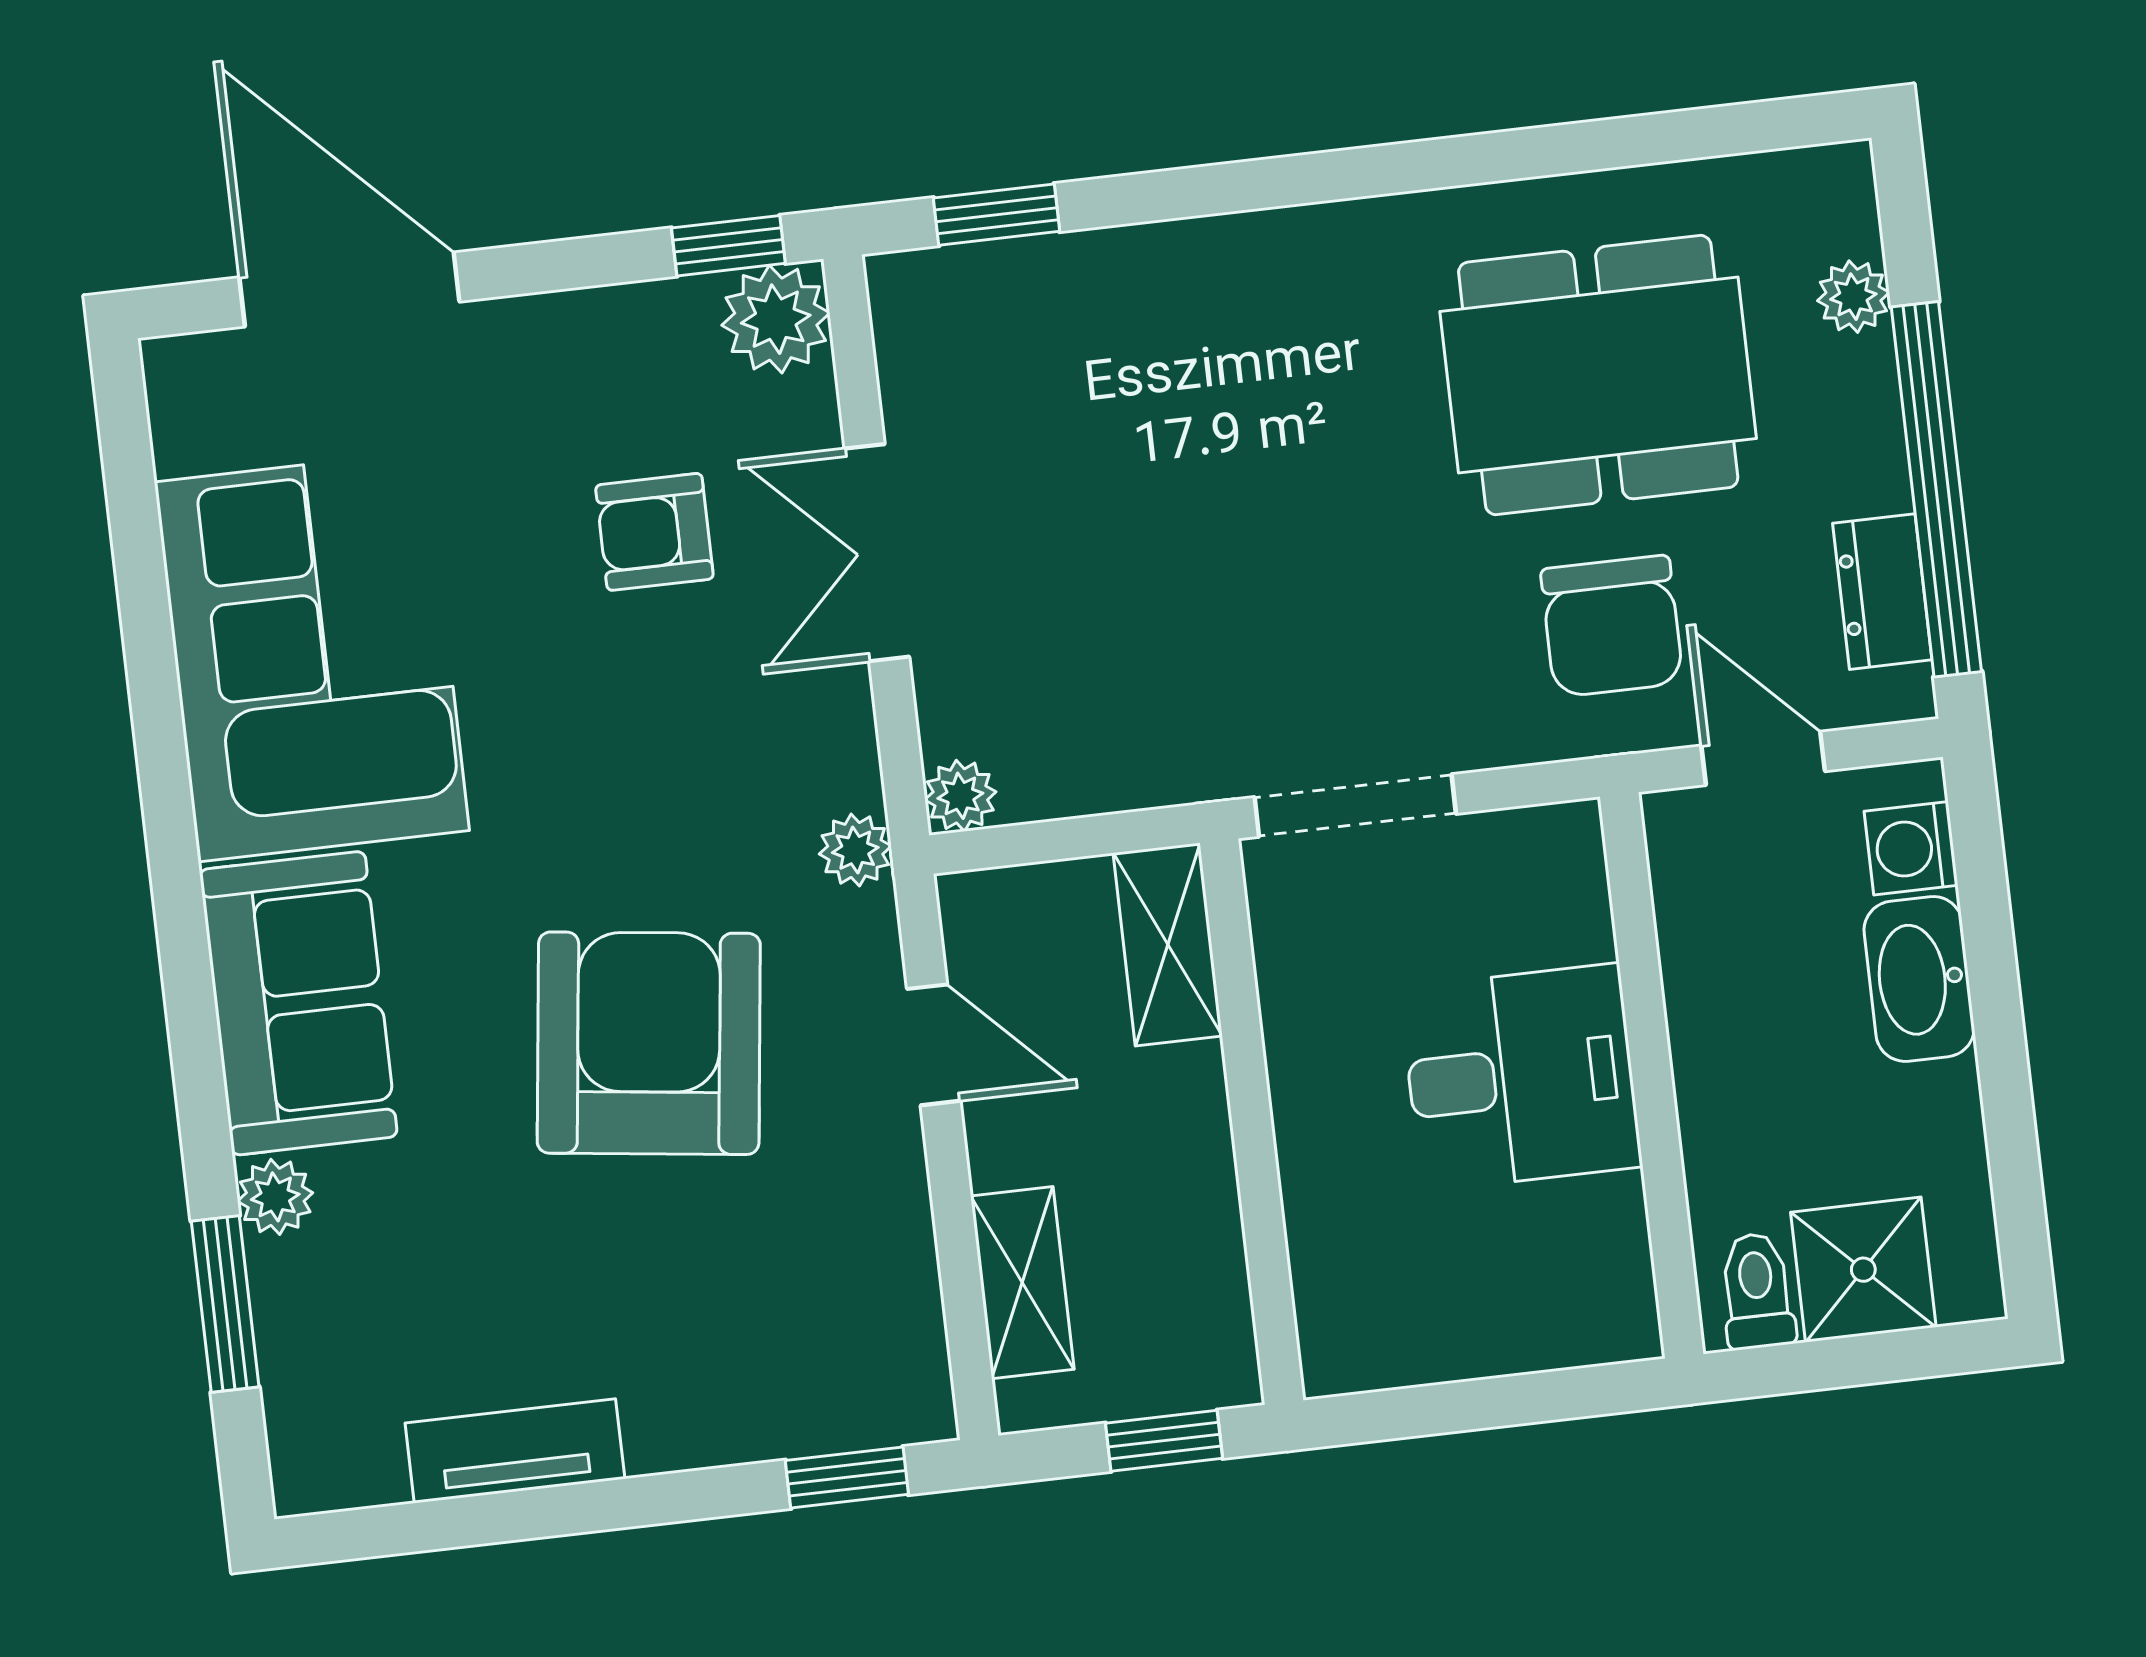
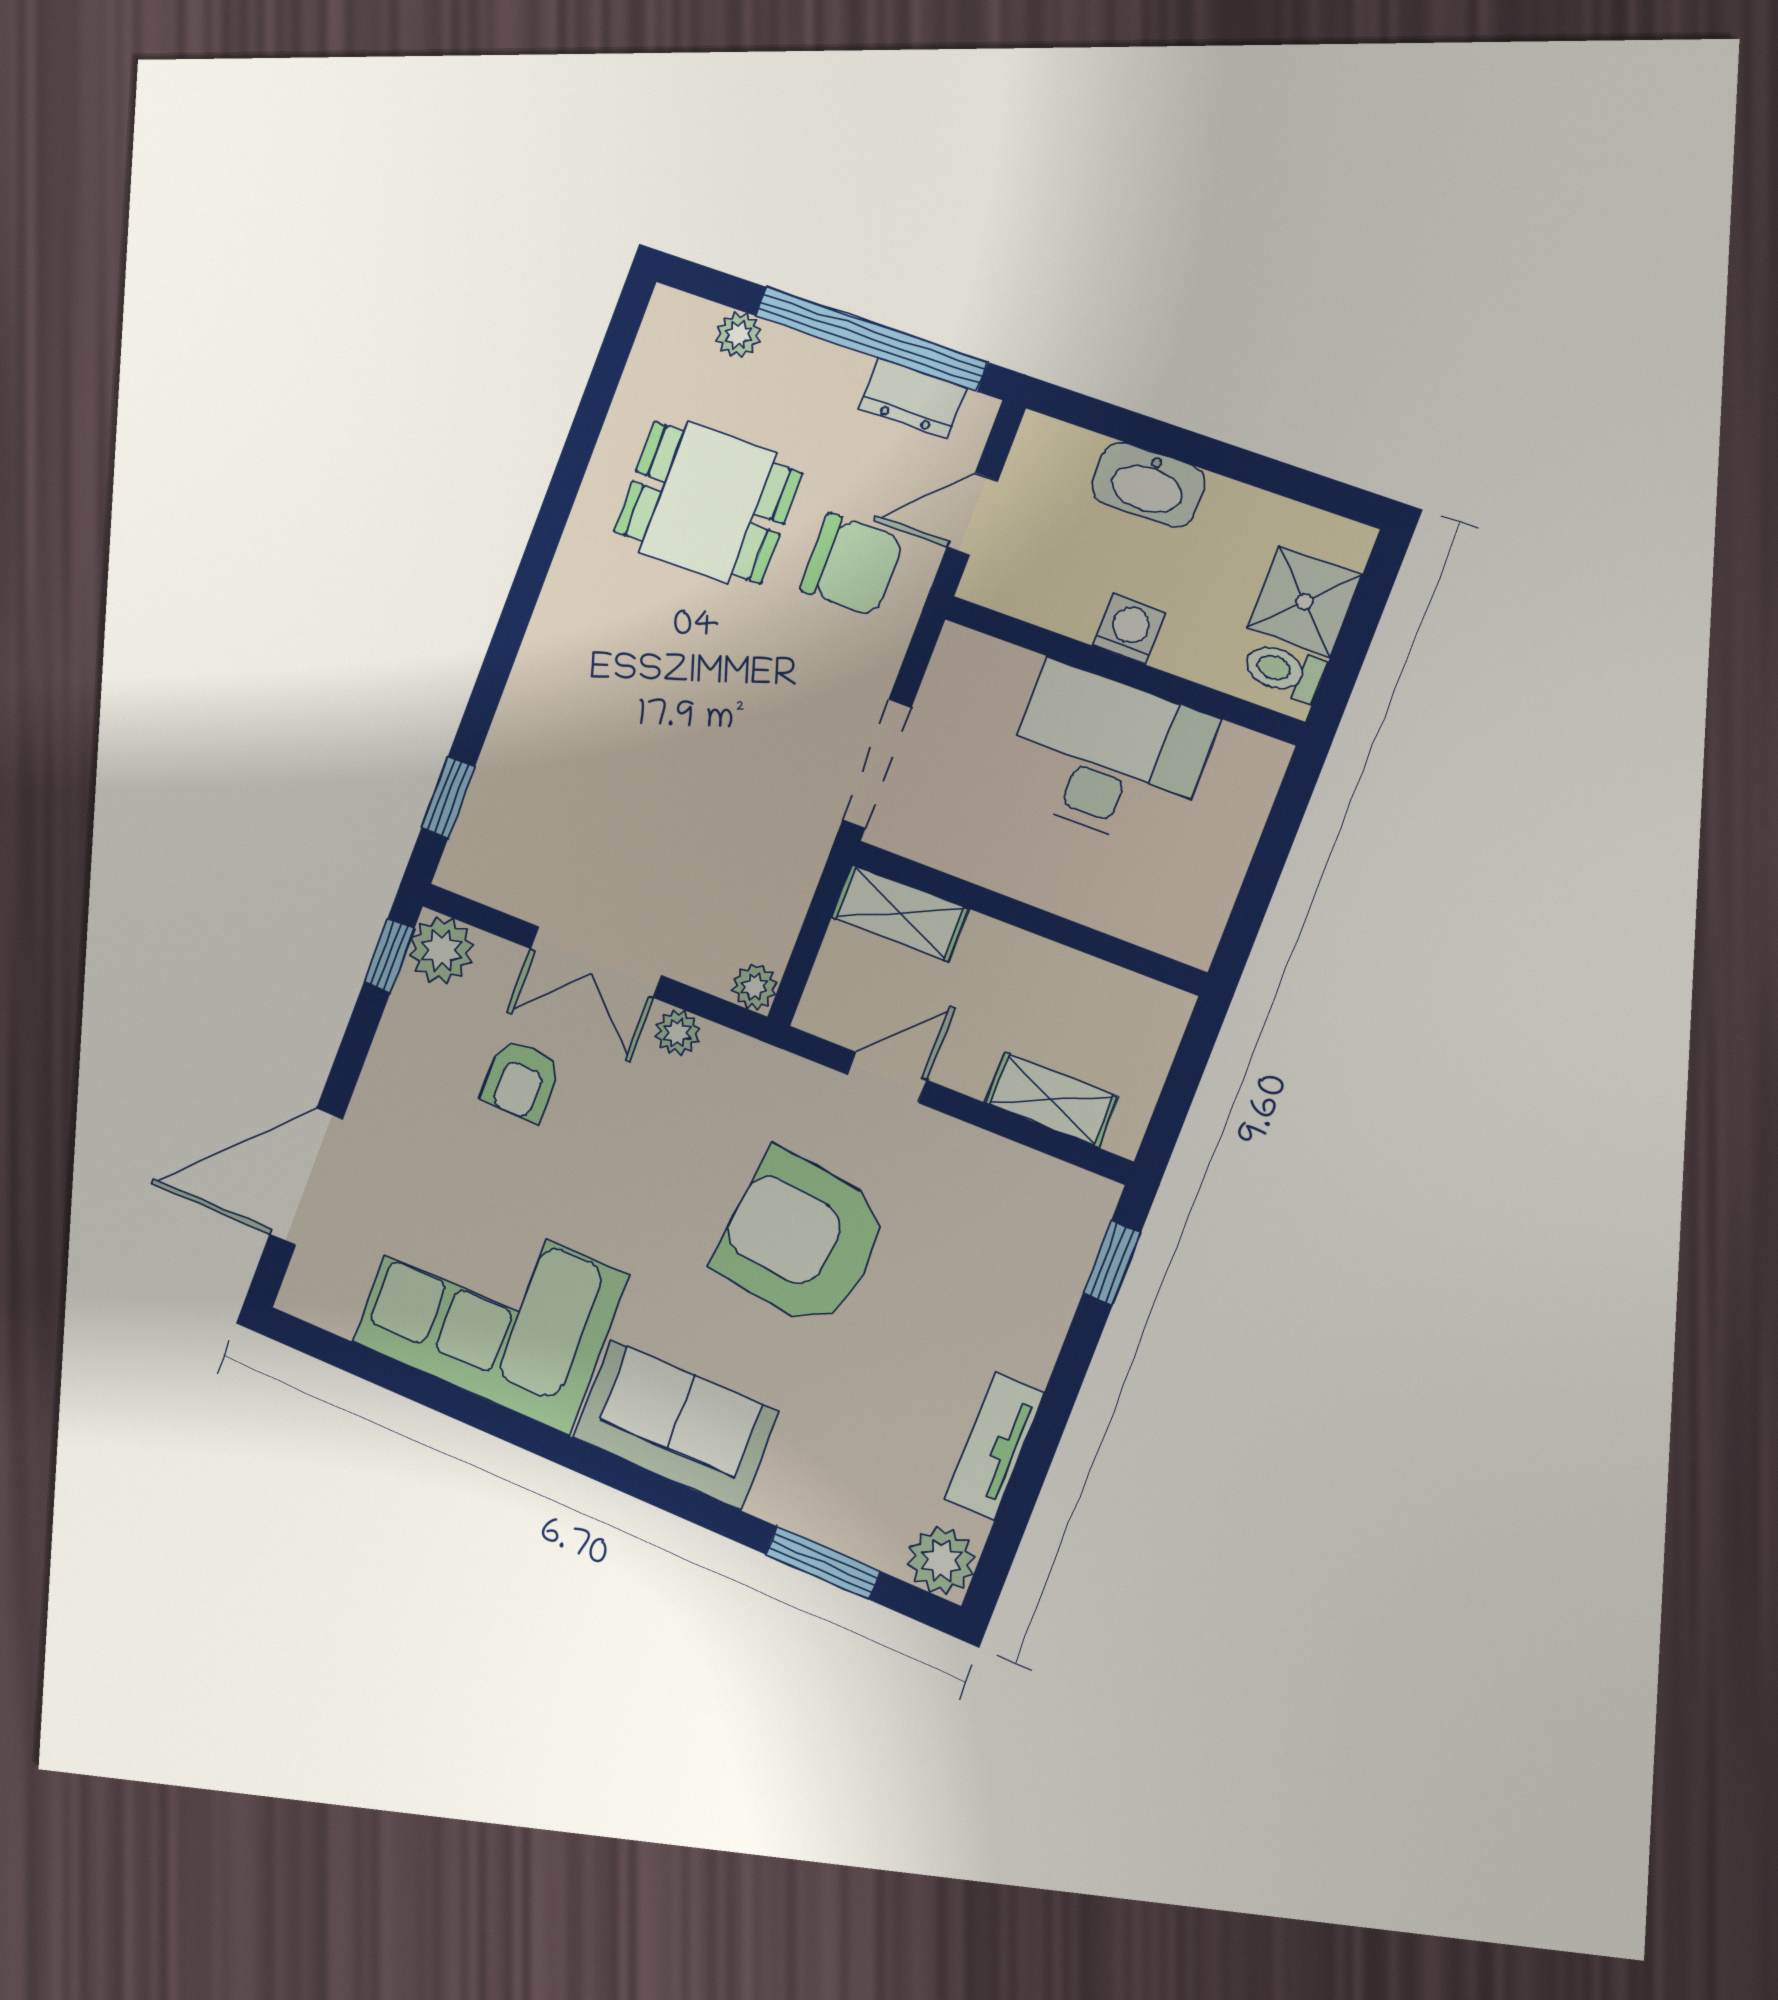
dining table: (1598, 375) -> (707, 502), width x0.73
washing machine: (1911, 848) -> (1129, 629), moved, turned 180
plant: (855, 850) -> (678, 1033), moved
desk: (1521, 1077) -> (1107, 756), width x1.37
plant: (275, 1197) -> (942, 1561), moved, width x1.38, depth x1.38
window: (1164, 1441) -> (1188, 1066), removed

